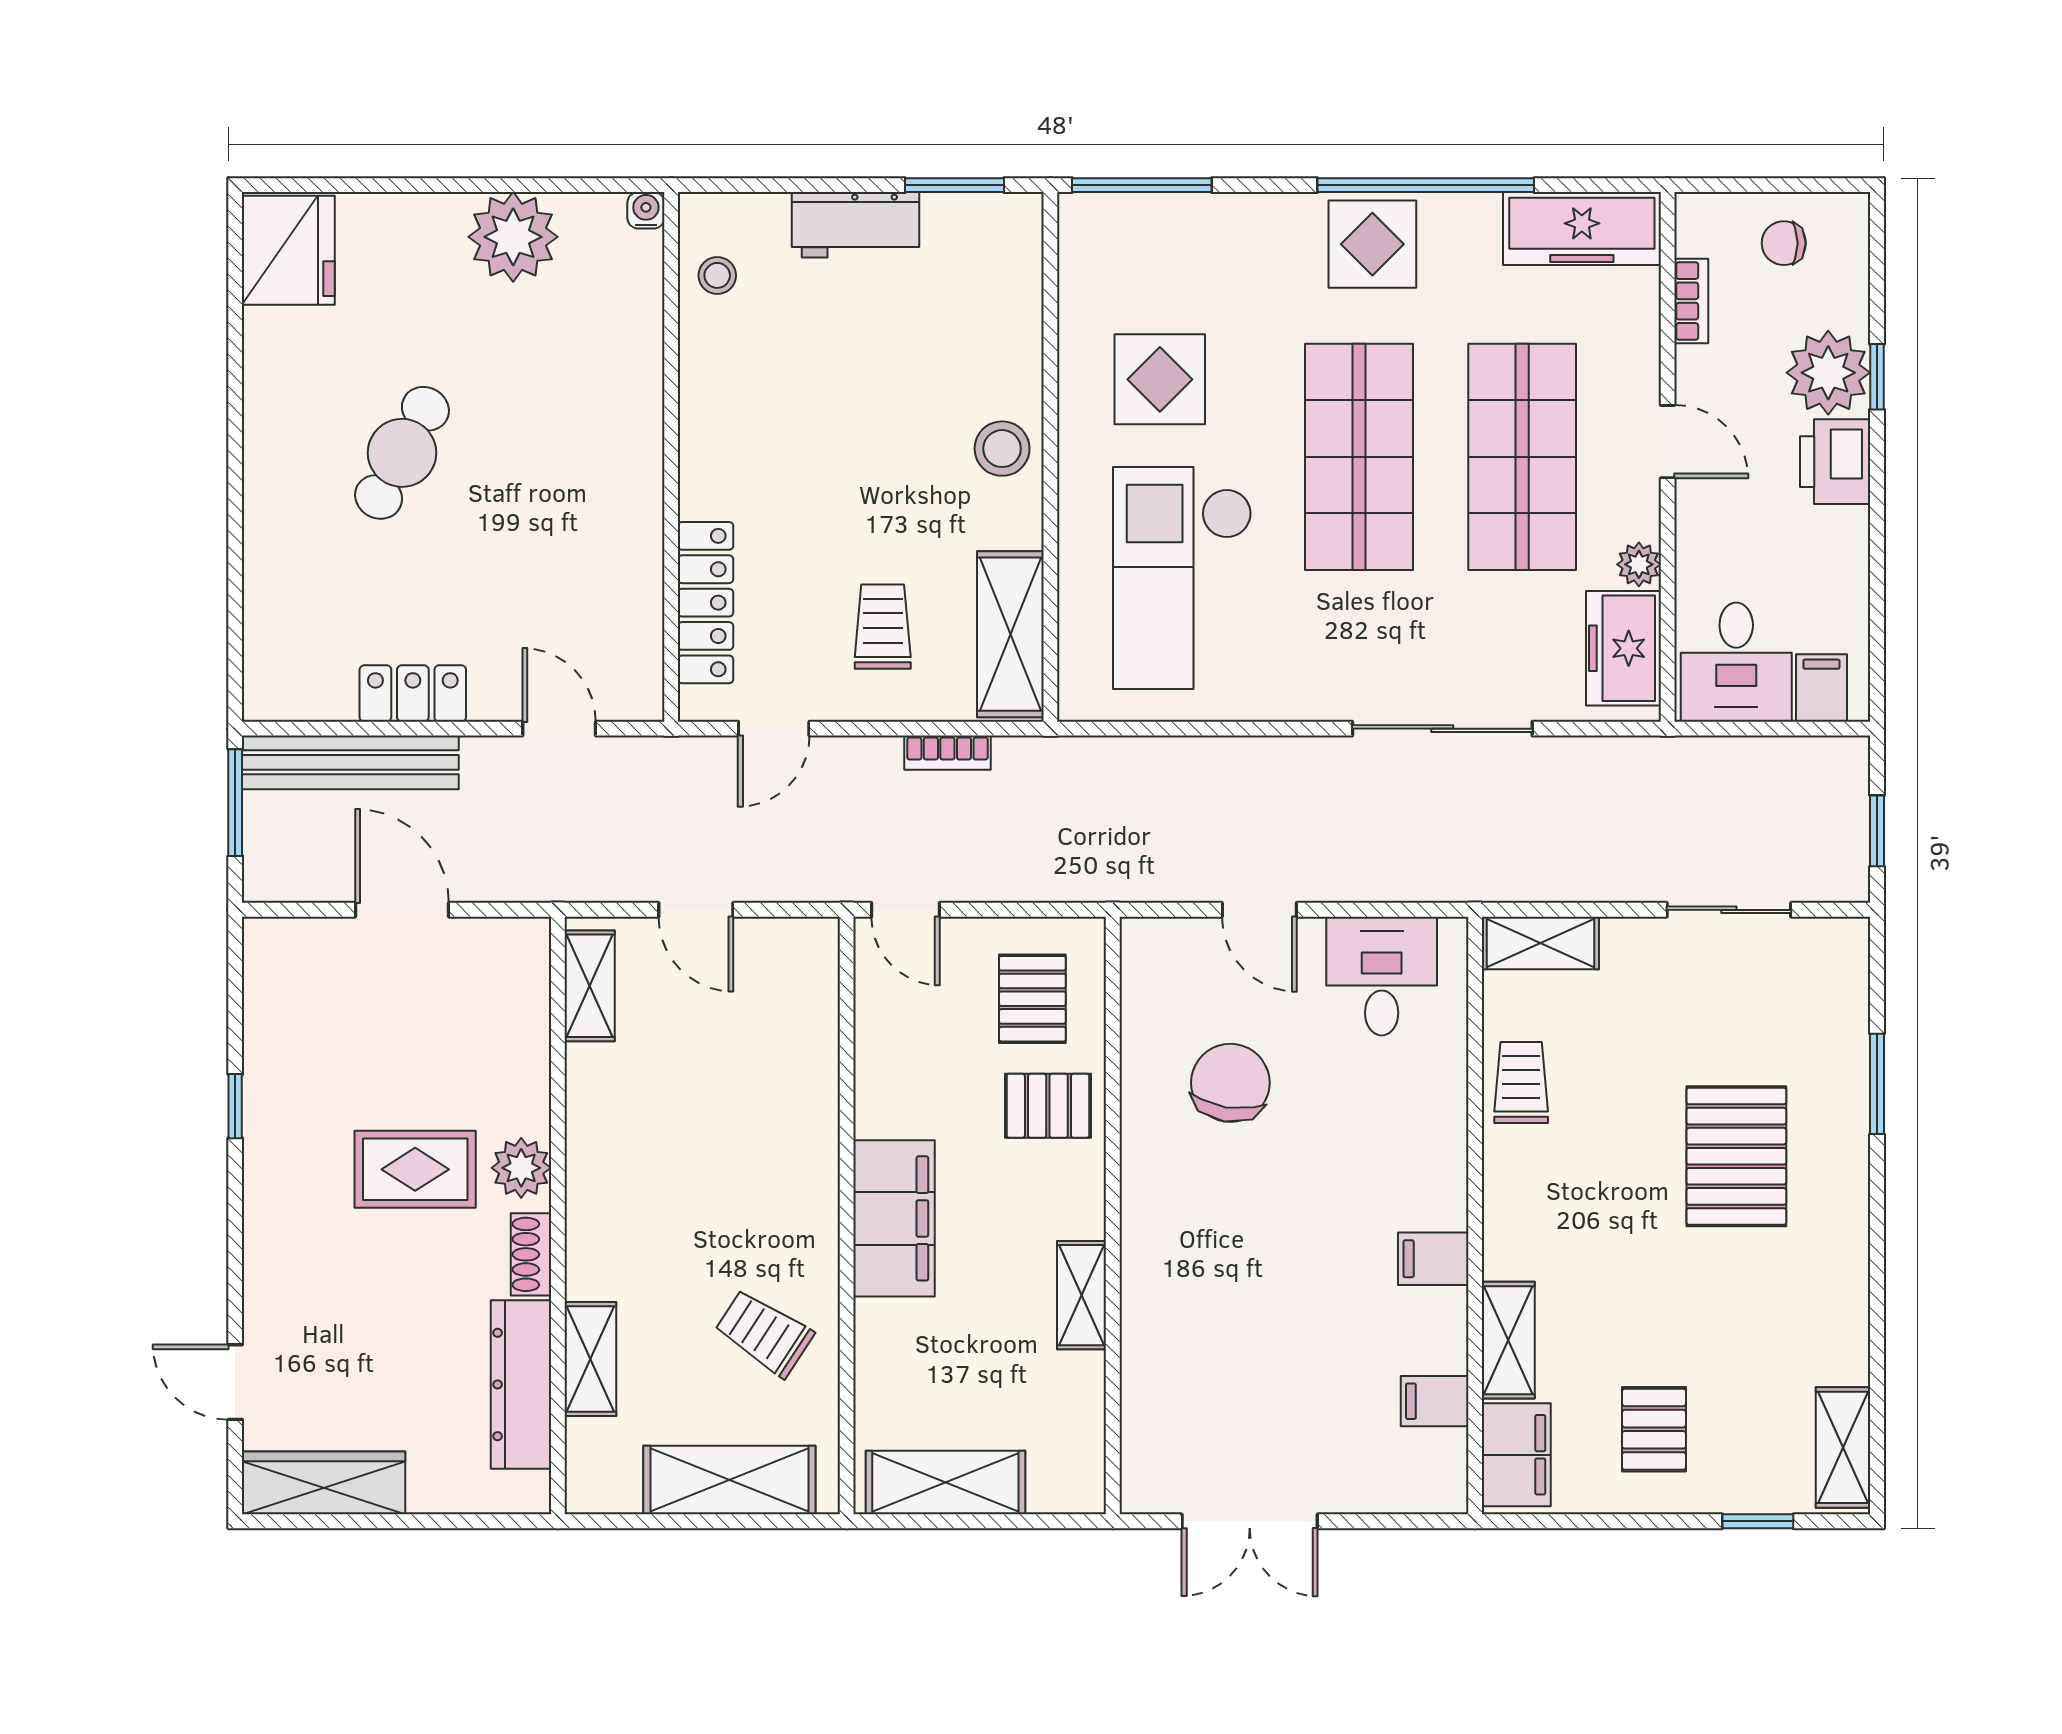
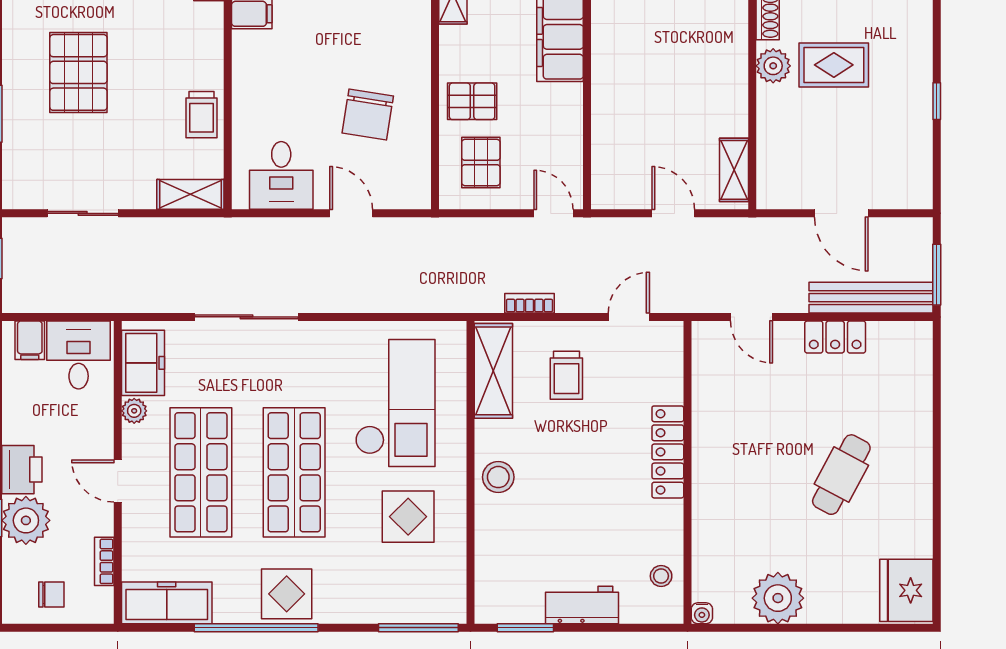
locker: (706, 603) -> (668, 452), moved

